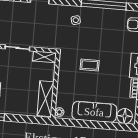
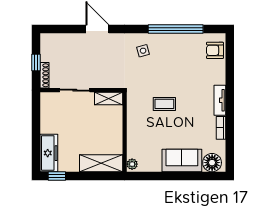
shelving: (46, 99) -> (101, 163), moved, turned 90
sofa: (94, 112) -> (182, 160), width x0.73

